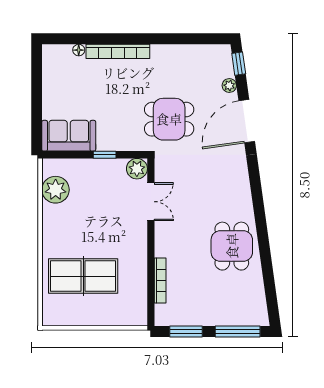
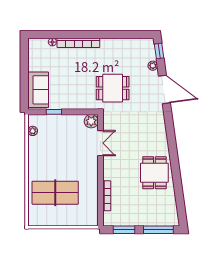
door: (247, 121) -> (164, 89), swing flipped
sofa: (69, 136) -> (38, 90), moved, turned 90
window: (105, 155) -> (54, 112), moved
plant: (56, 190) -> (33, 131), width x0.53, depth x0.53

